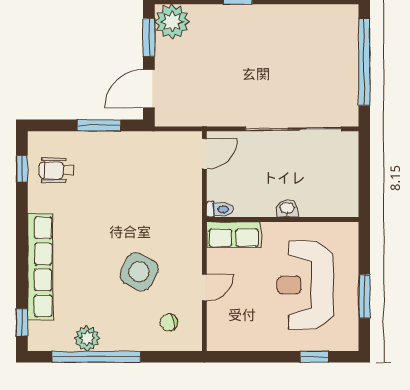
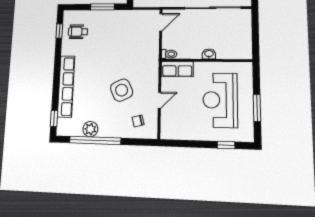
side table: (139, 272) -> (122, 90), turned 38

